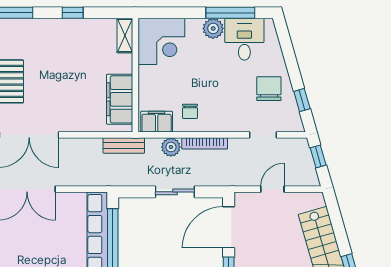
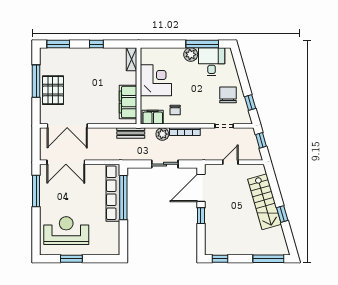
corner desk: (161, 41) -> (156, 80), moved, turned -90

